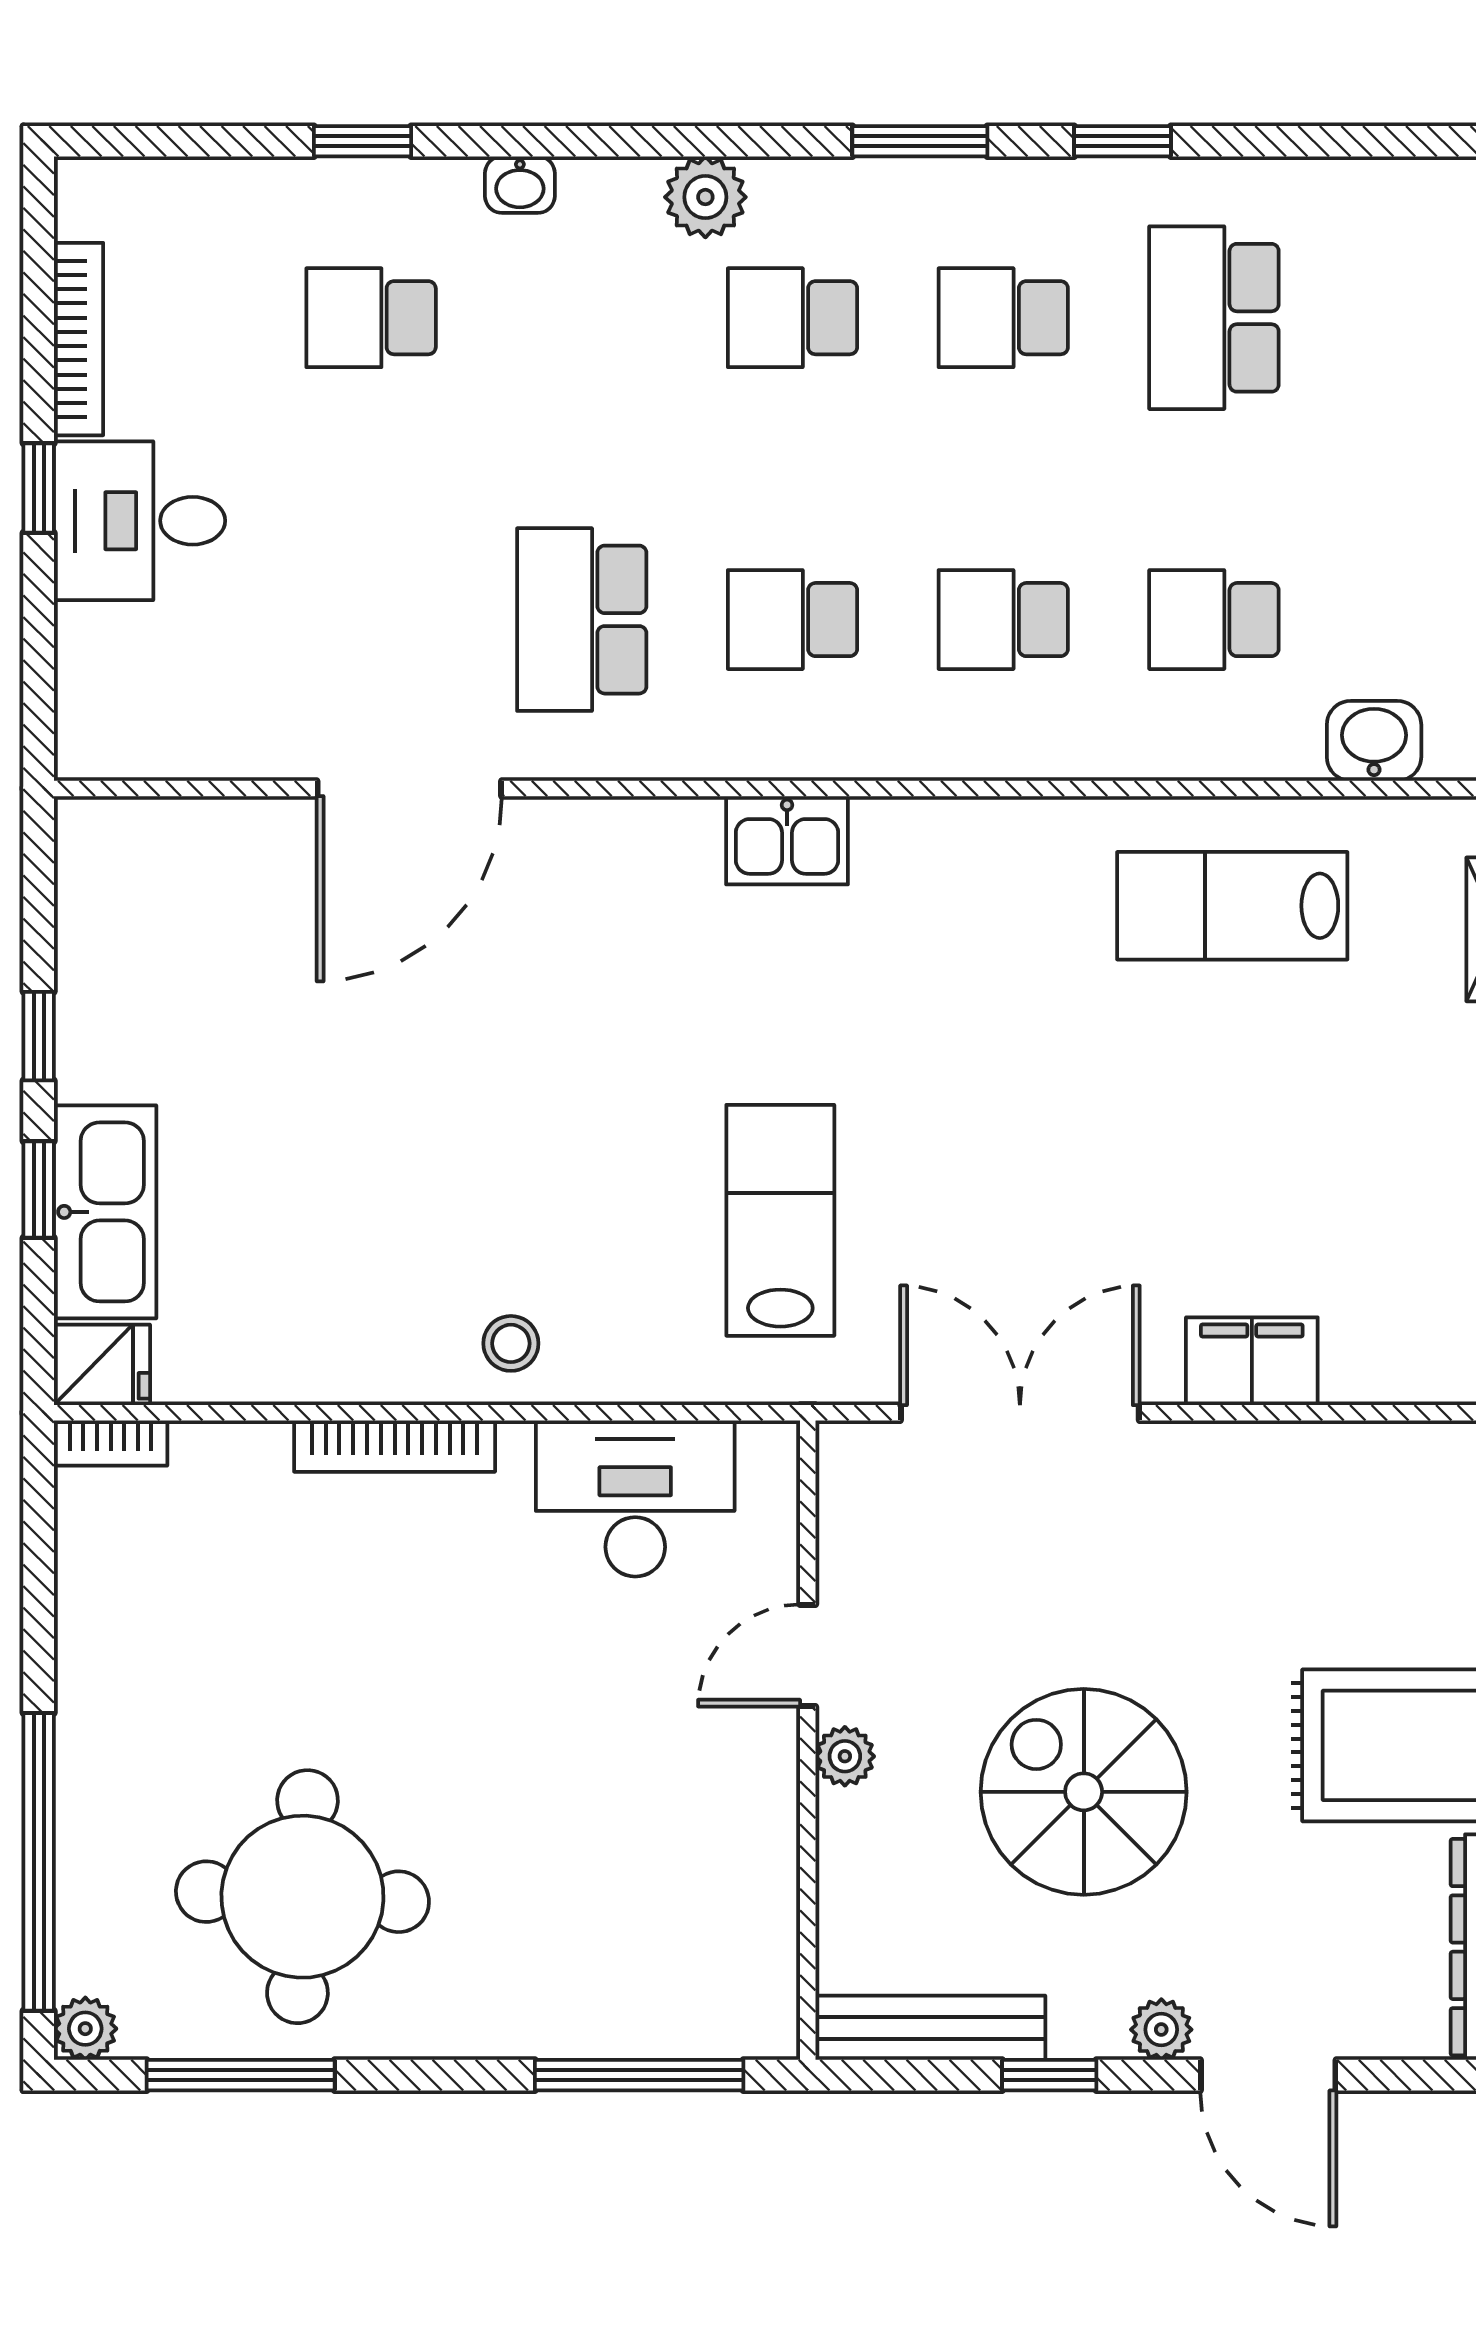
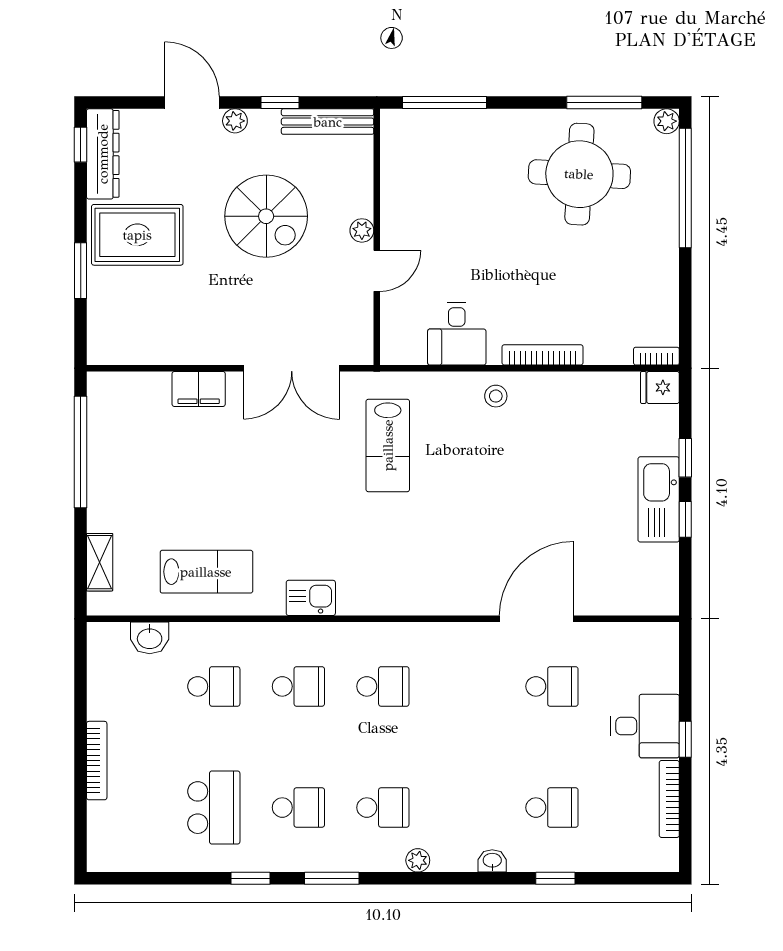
plant: (705, 197) -> (418, 860), width x0.73, depth x0.73
school desk: (582, 620) -> (552, 686), moved, width x0.54
kitchen sink: (787, 840) -> (311, 598), moved
kitchen sink: (105, 1212) -> (659, 499), moved
desk: (635, 1498) -> (457, 334), width x0.73

